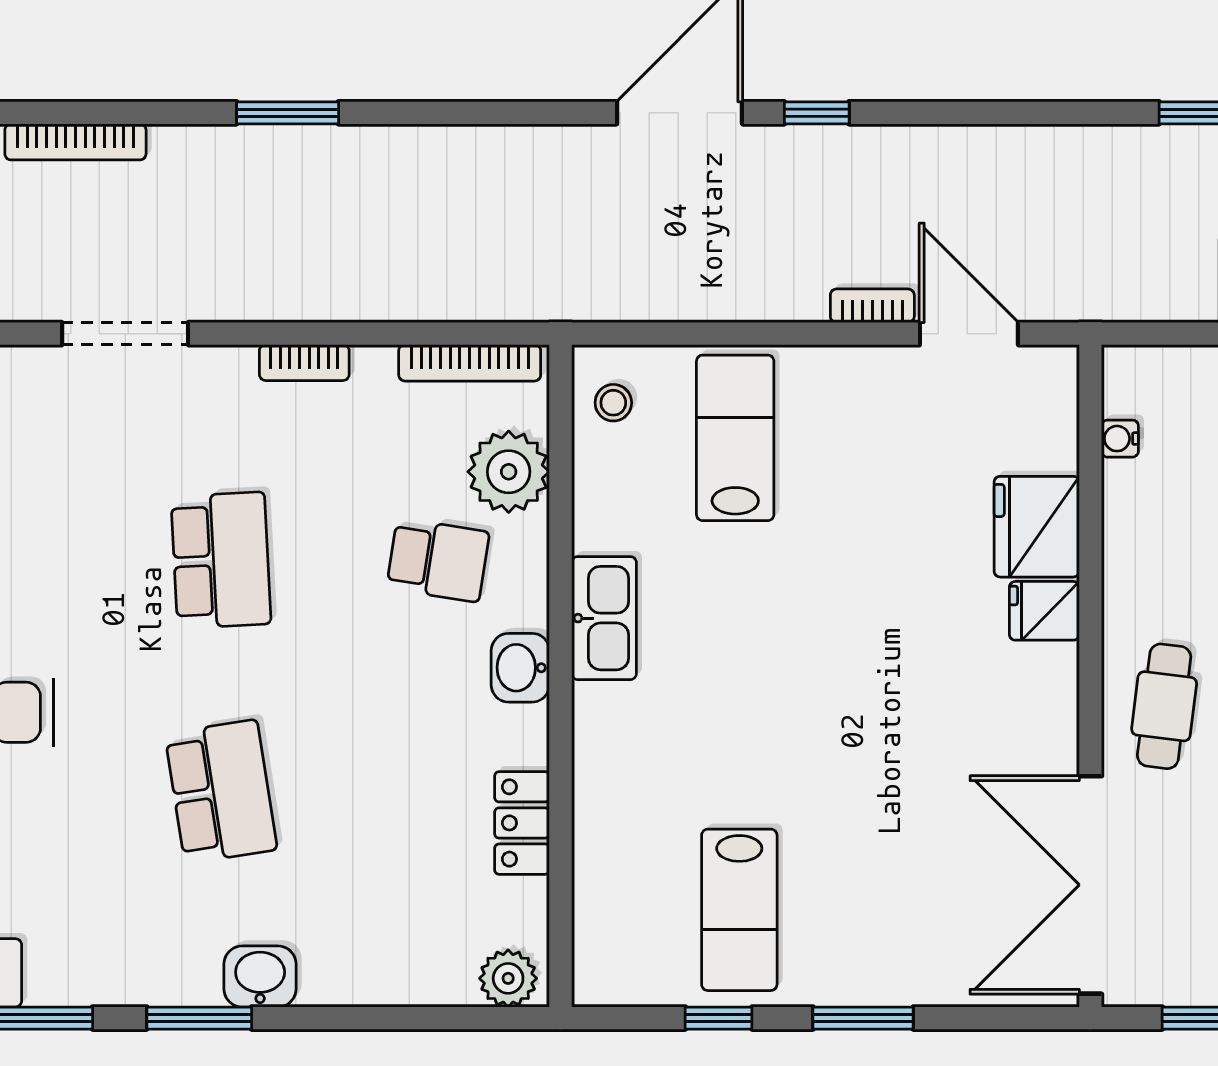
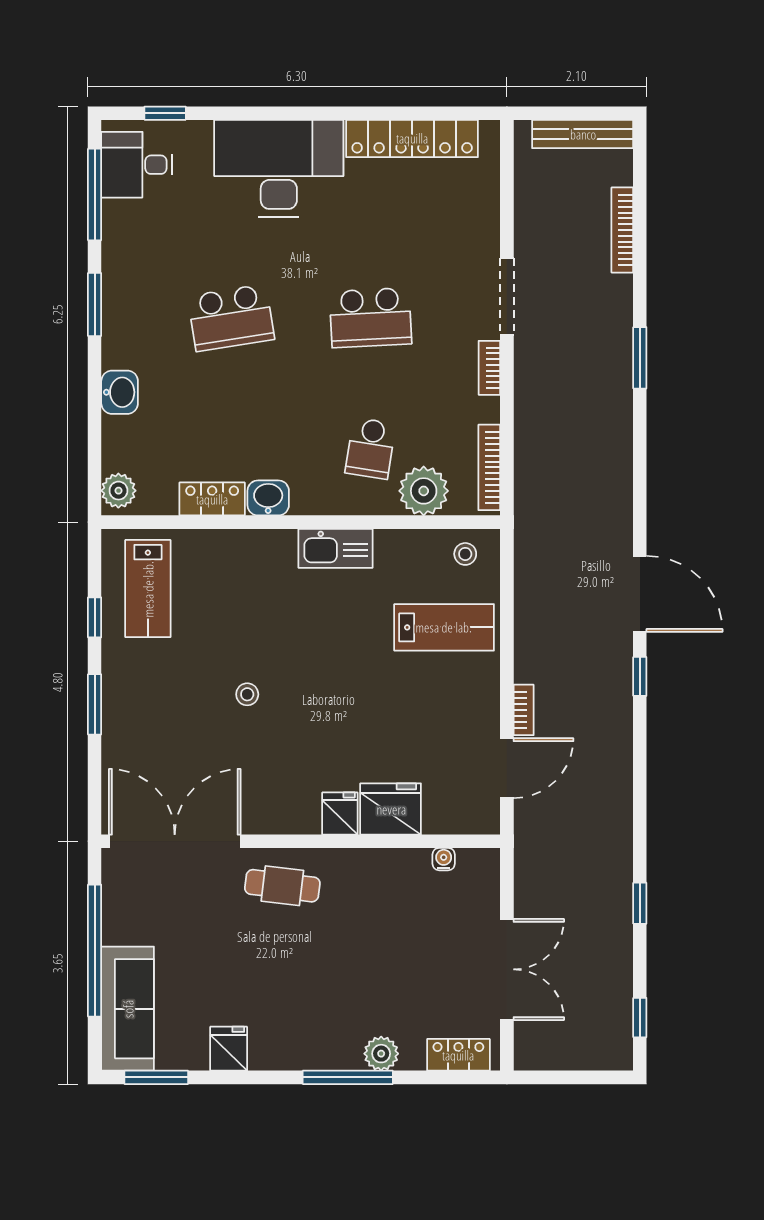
doorway: (125, 334) -> (507, 297), moved
washbasin: (520, 668) -> (268, 498), moved
stool: (846, 765) -> (247, 694), added
lab bench: (739, 910) -> (148, 589), moved, turned -90
washbasin: (260, 977) -> (120, 392), moved

